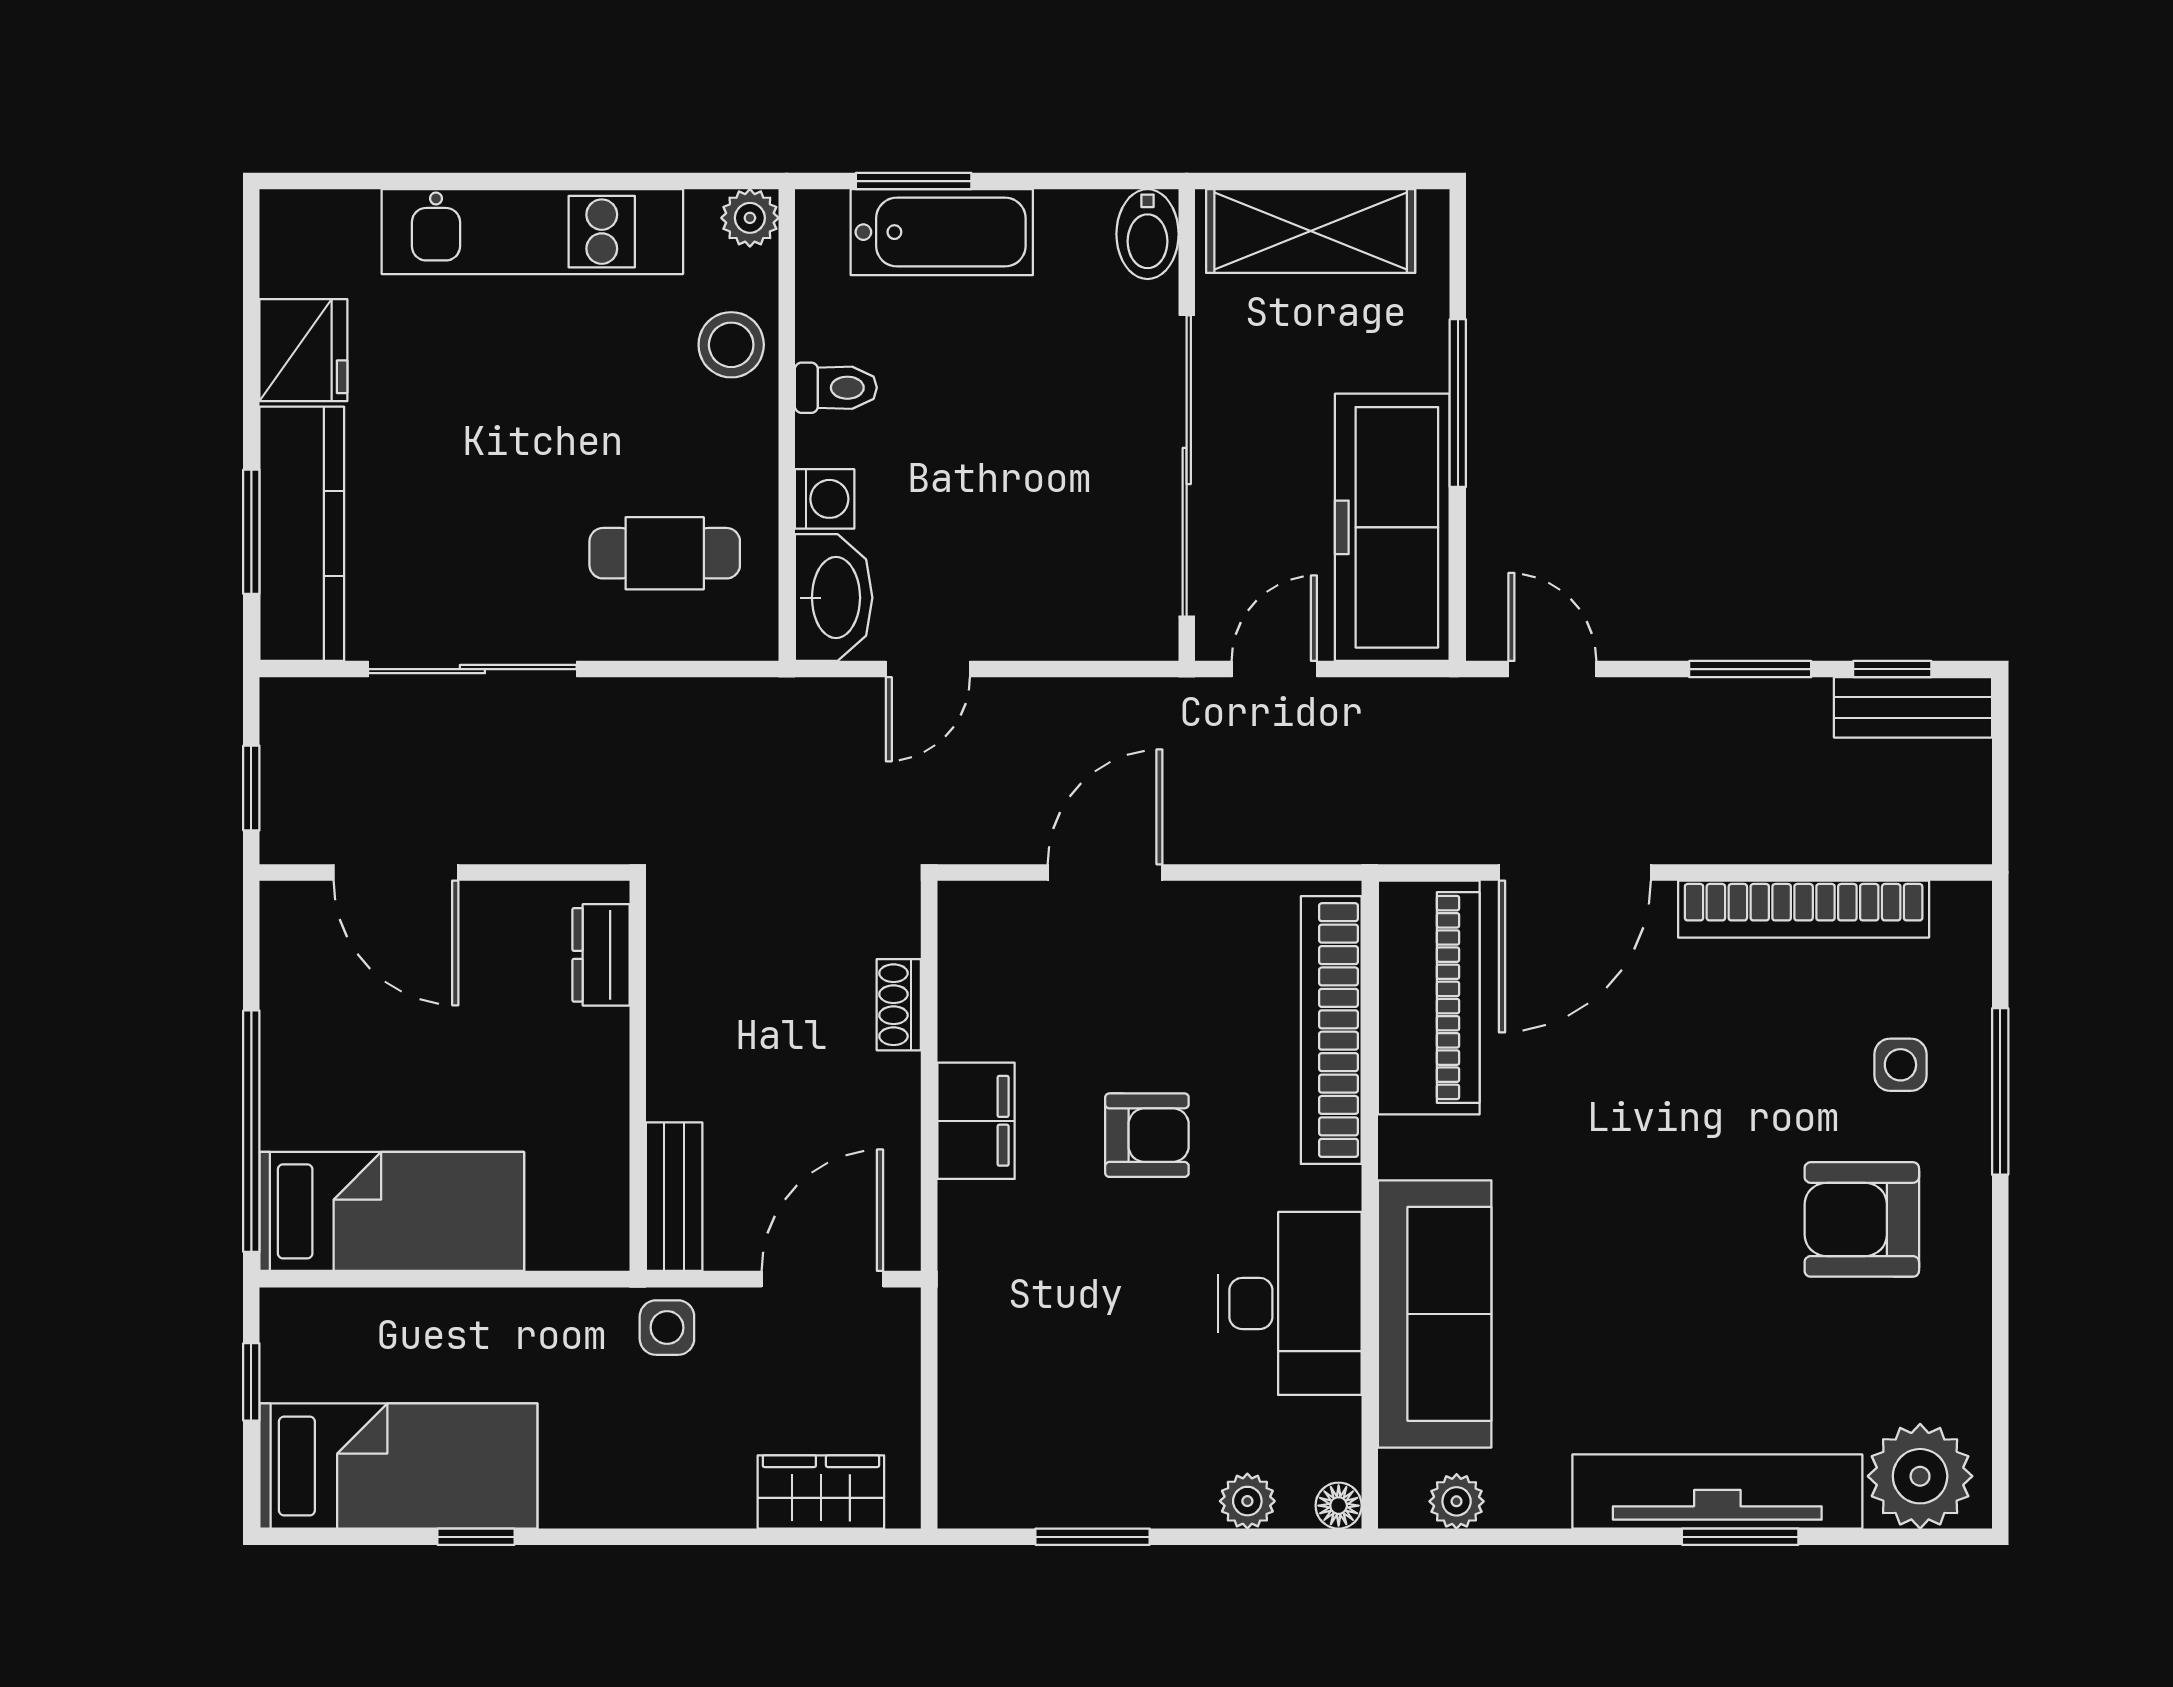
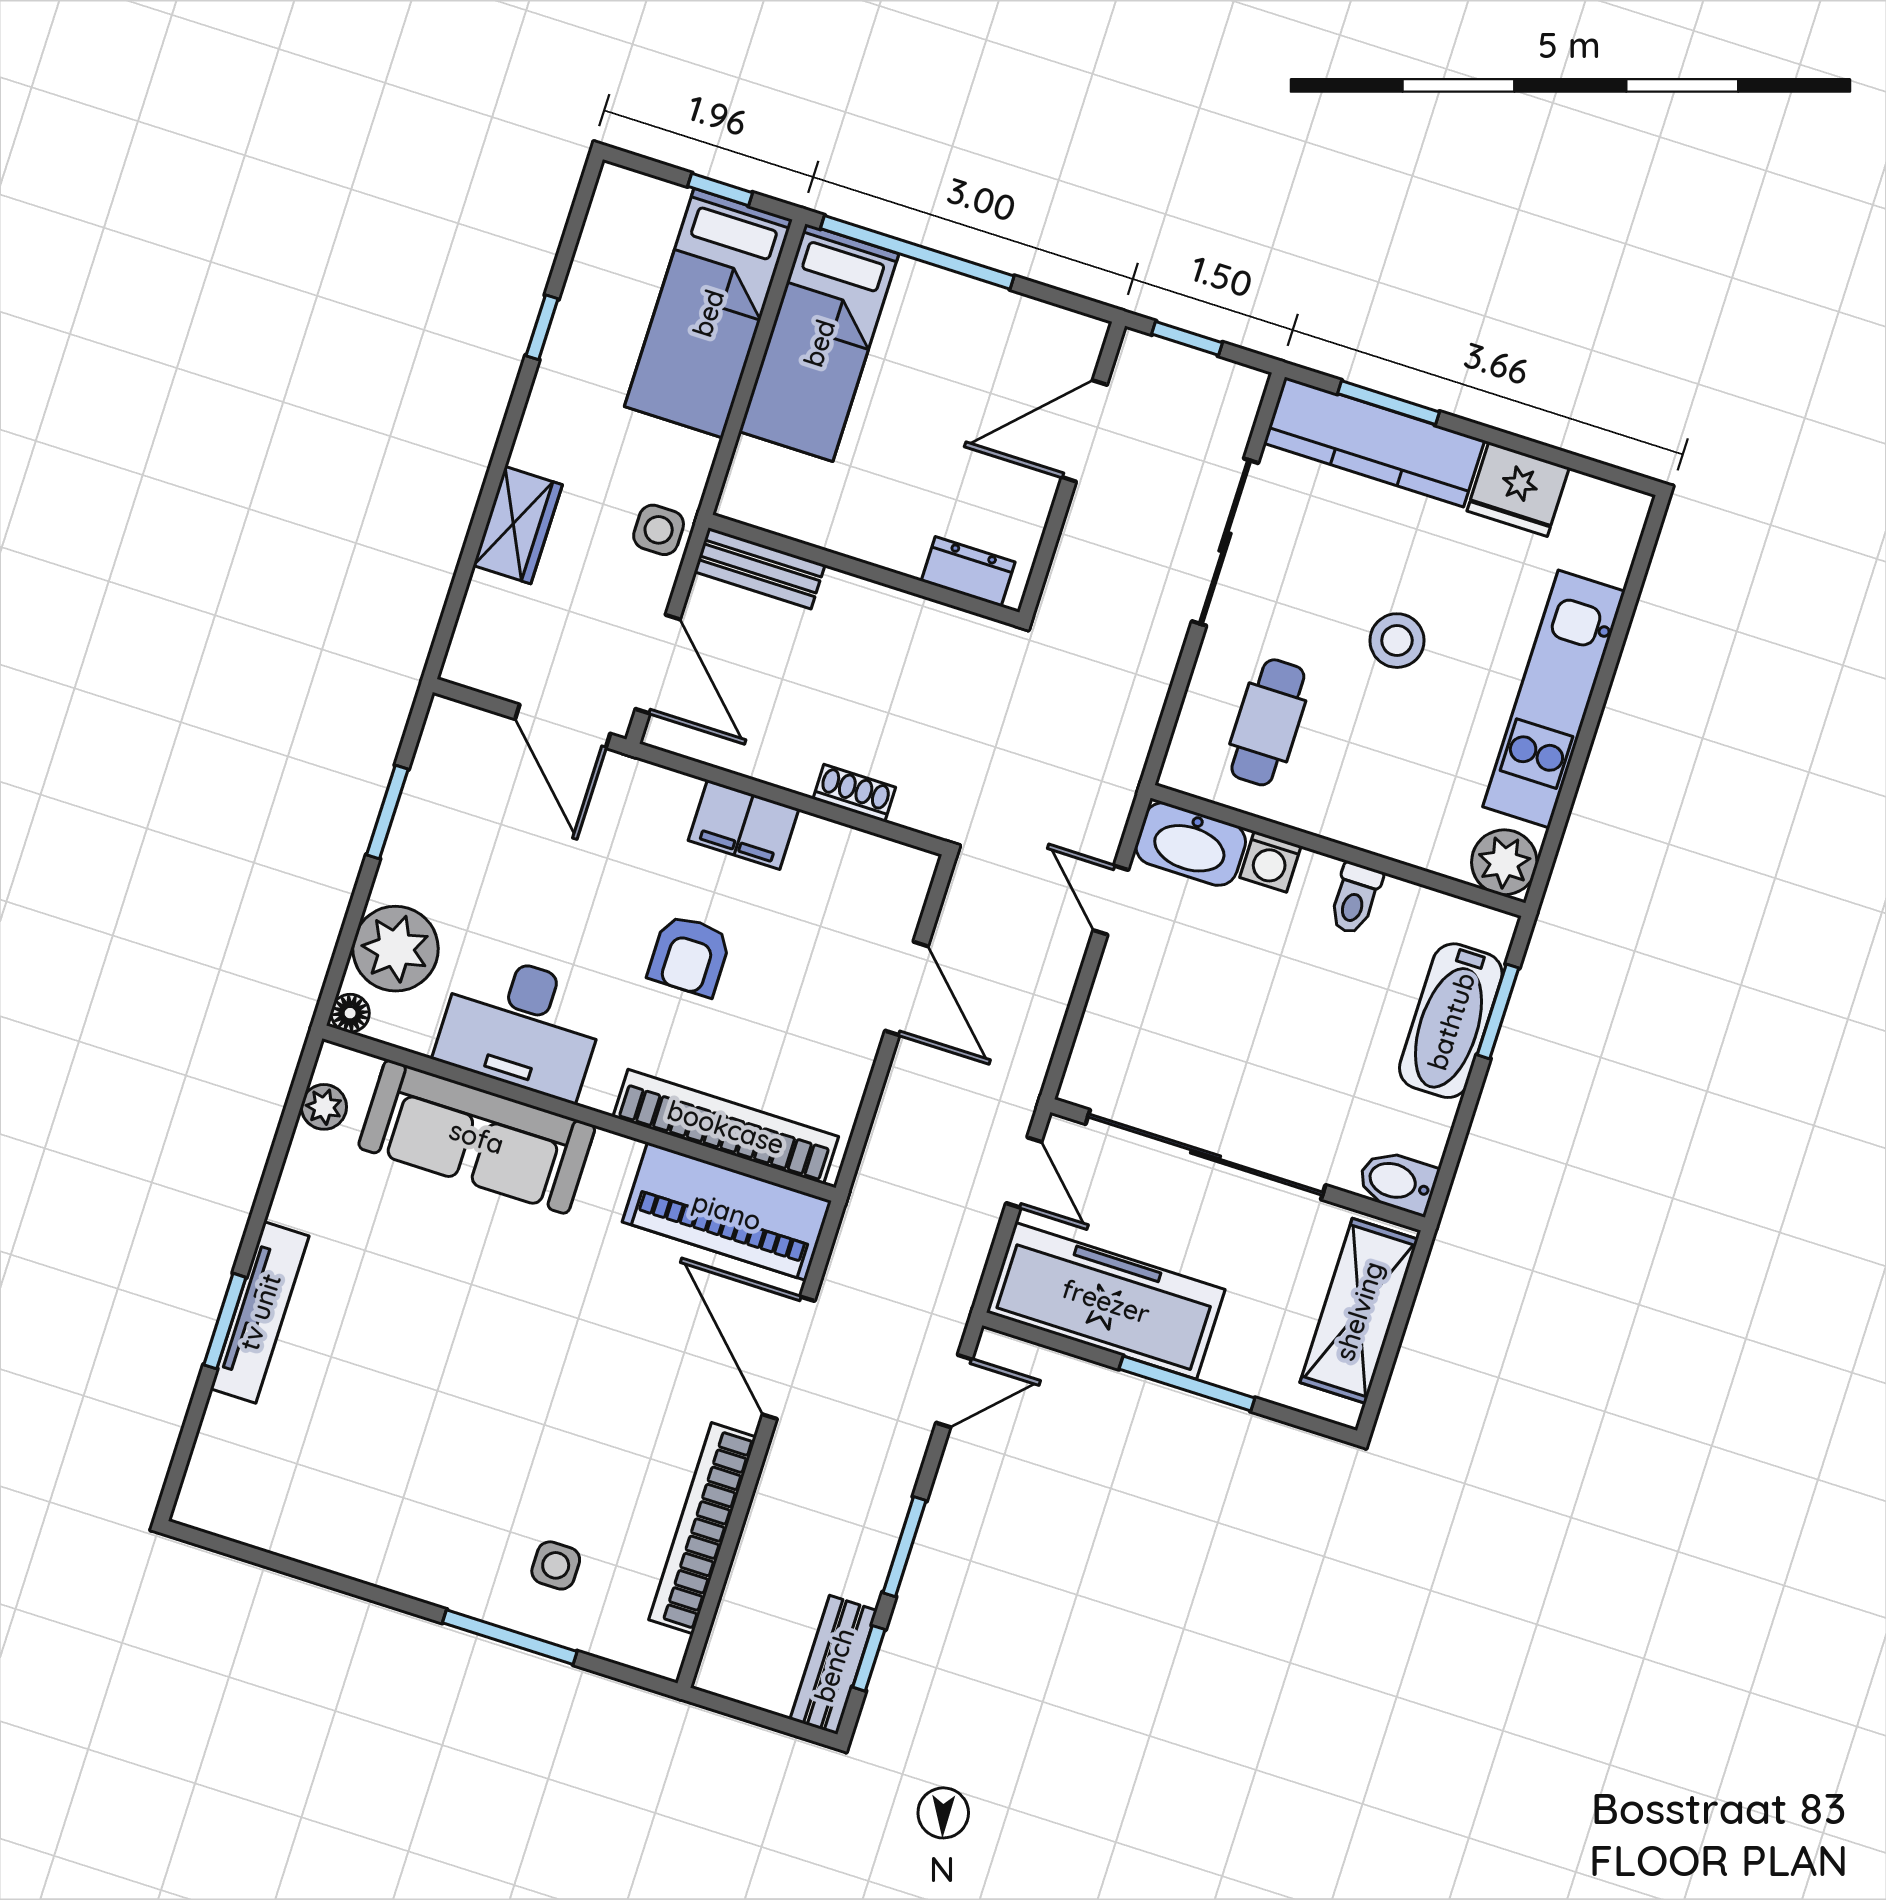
plant: (750, 218) -> (1504, 862), width x1.38, depth x1.38
stool: (731, 345) -> (1397, 641), moved
armchair: (1862, 1219) -> (444, 1496), removed
door: (929, 1366) -> (563, 726), added
bed: (398, 1466) -> (708, 313), moved
plant: (1920, 1476) -> (227, 1478), removed
tv unit: (1717, 1491) -> (260, 1312), width x0.73, depth x0.78
wardrobe: (821, 1492) -> (518, 525), moved
plant: (1247, 1501) -> (395, 949), width x1.87, depth x1.87

